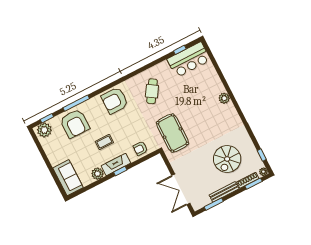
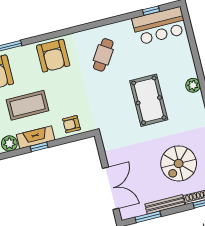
armchair: (115, 101) -> (53, 56), turned -90
pool table: (172, 133) -> (149, 100), moved
coffee table: (104, 142) -> (28, 105), width x1.86, depth x1.72
double door: (181, 189) -> (111, 188), swing flipped

